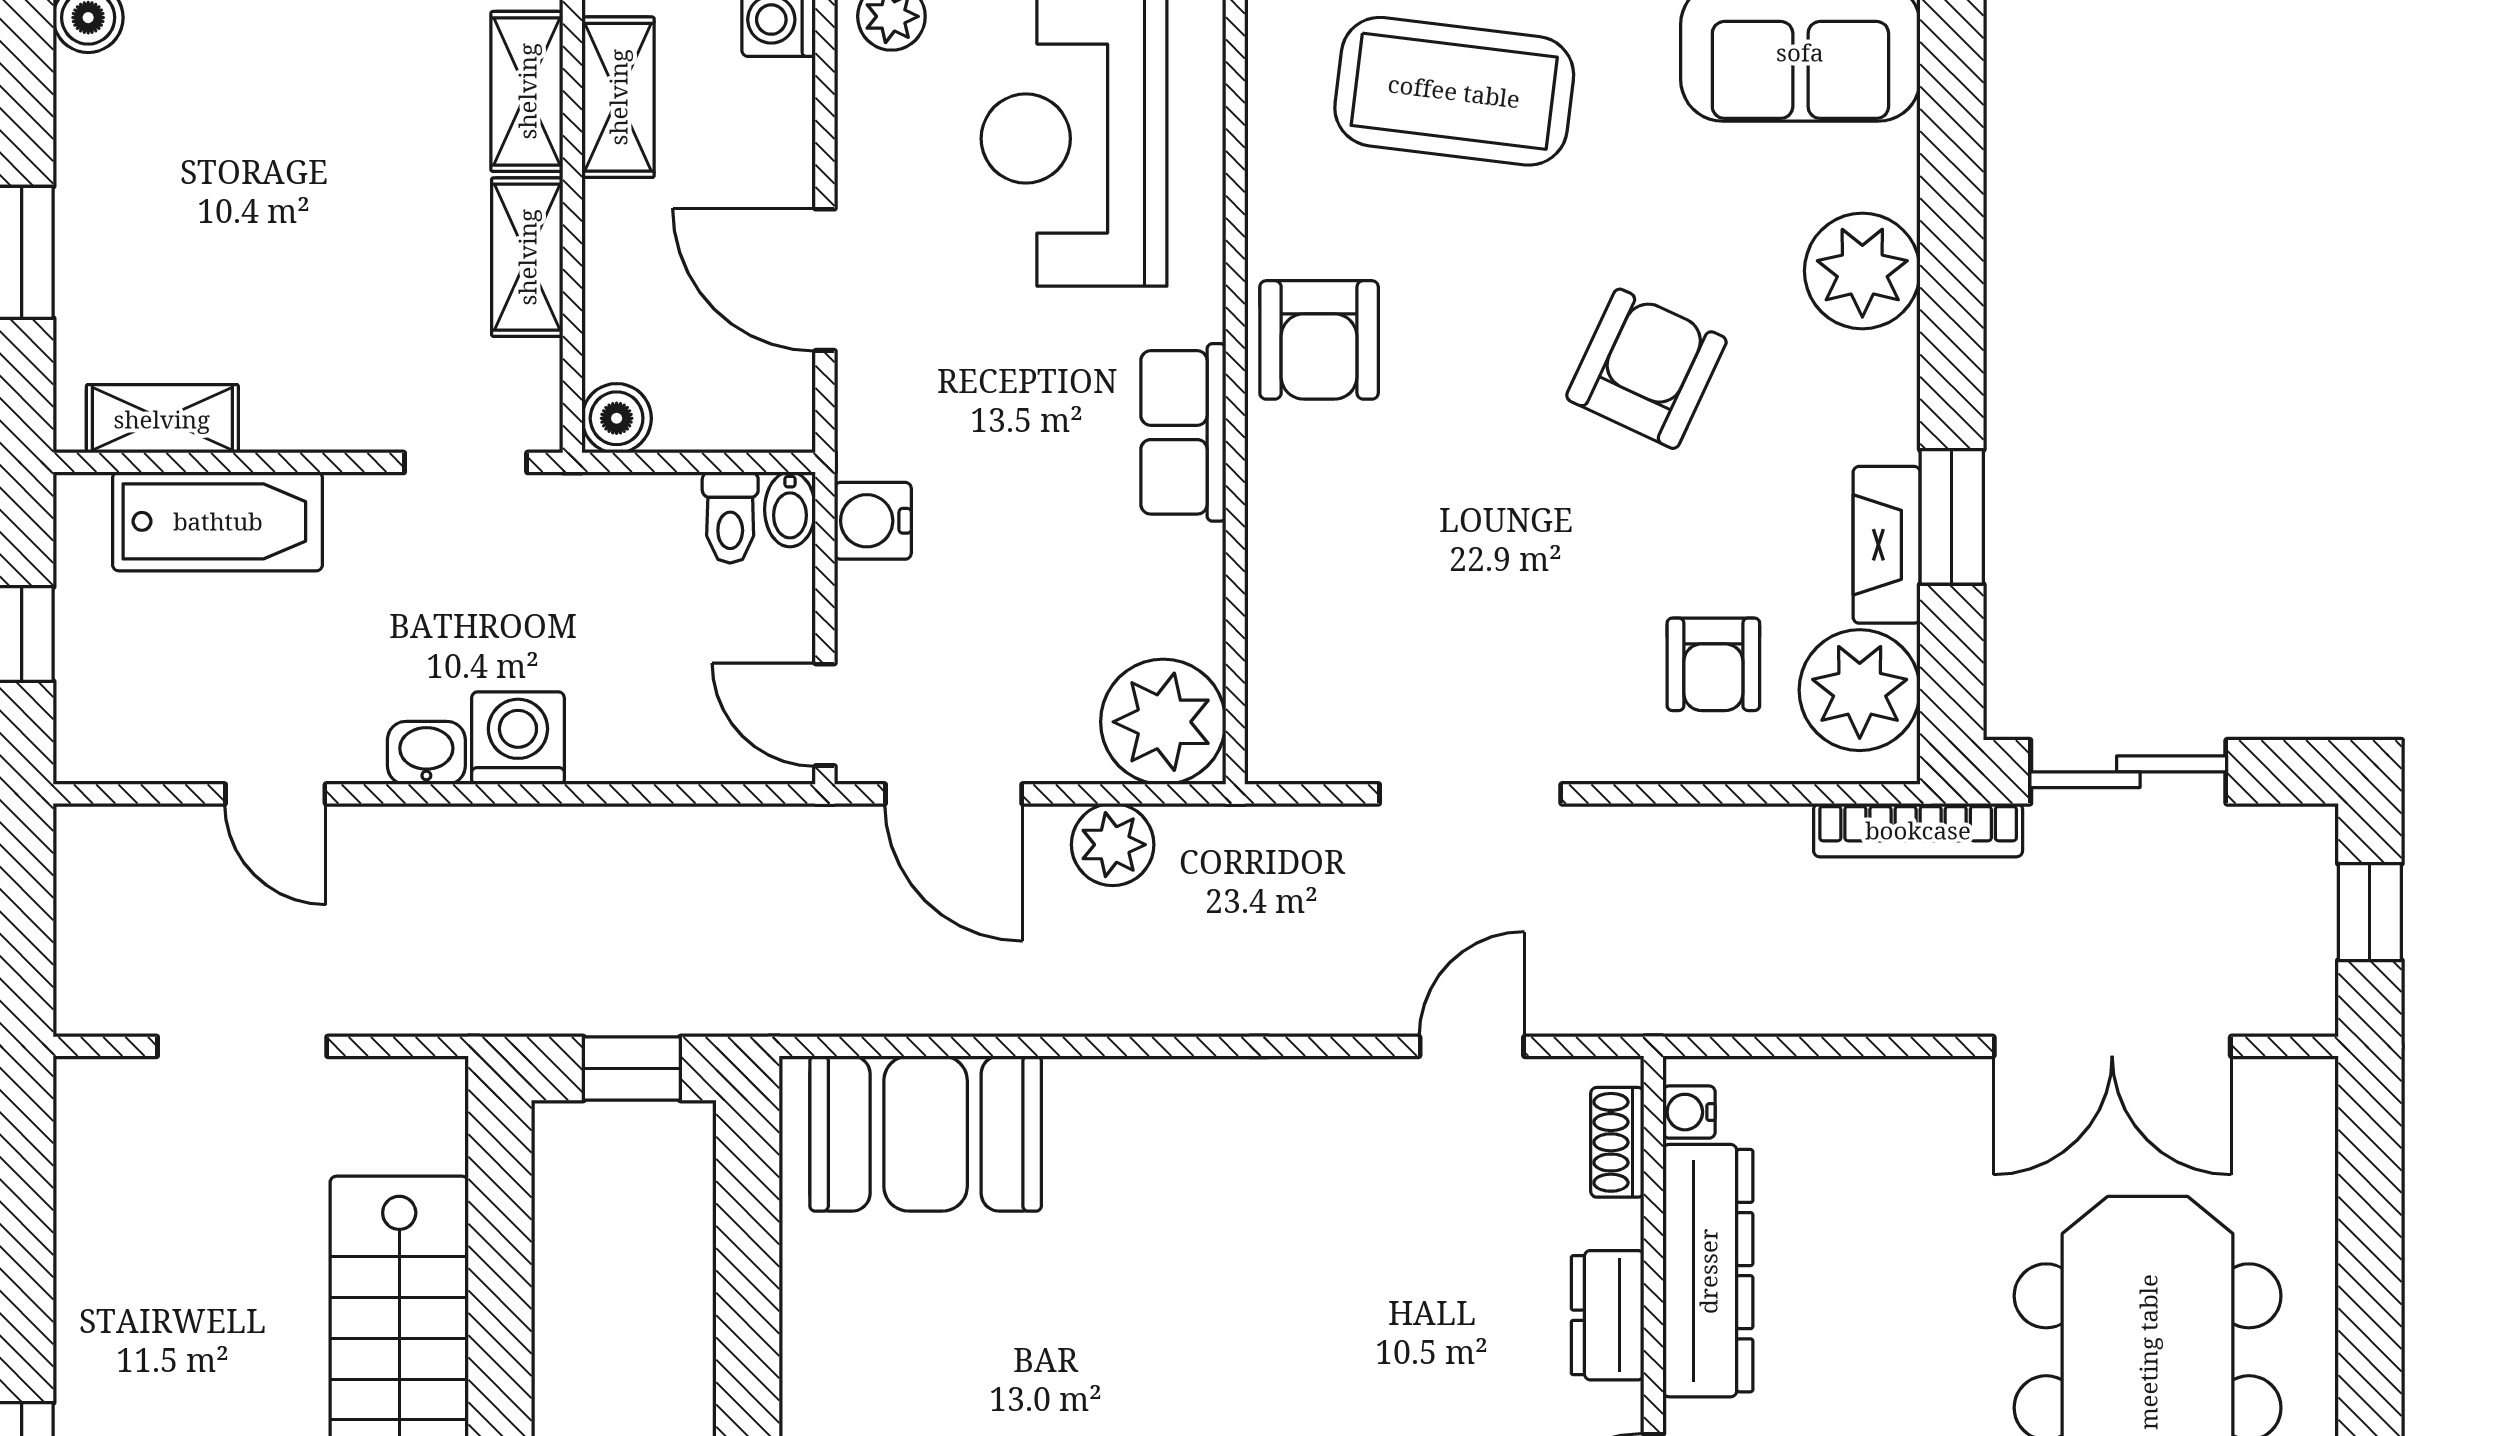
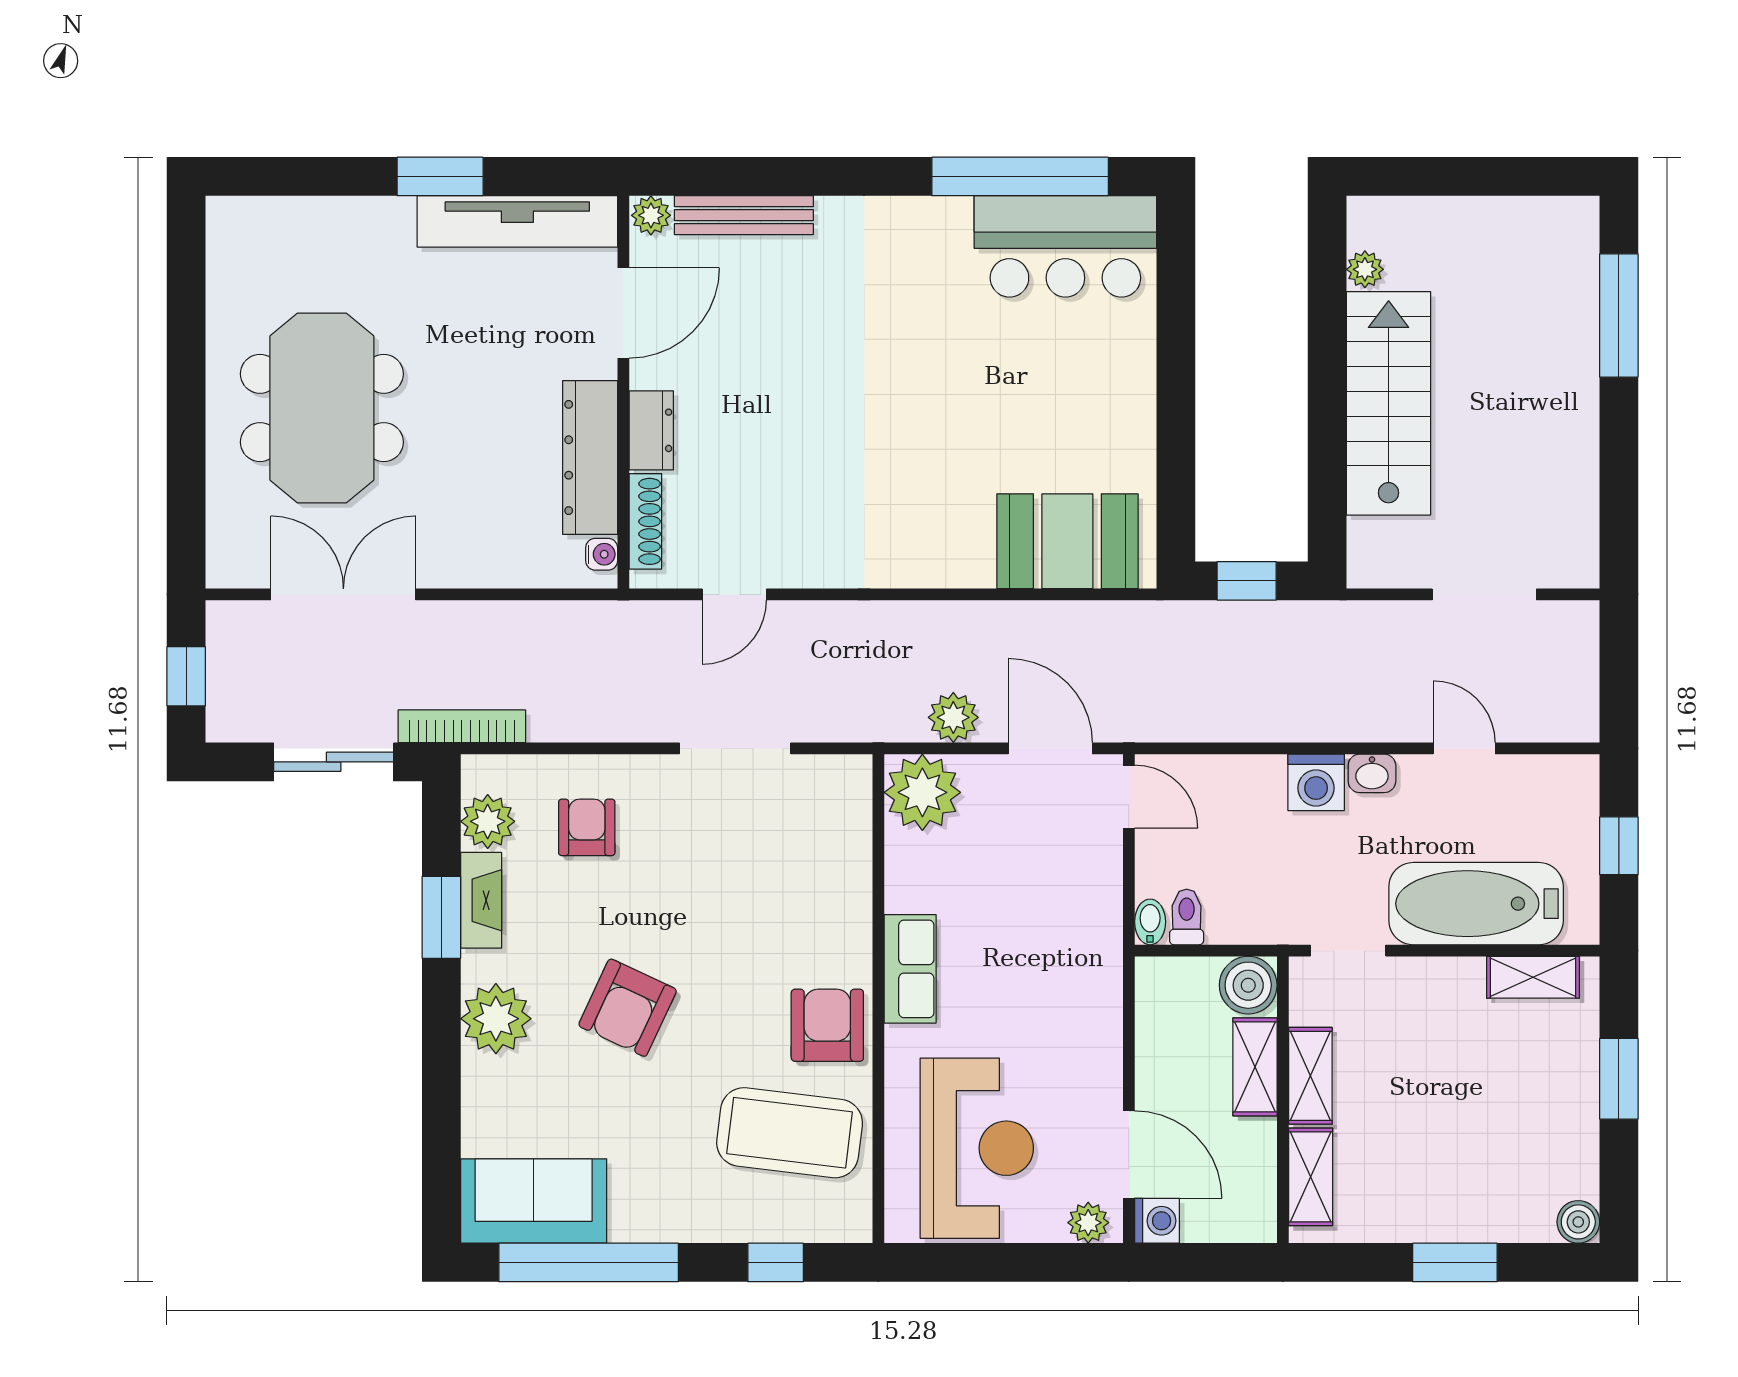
coffee table: (1454, 91) -> (790, 1133), moved
shelving: (618, 97) -> (1255, 1067), moved
plant: (1862, 271) -> (496, 1019), moved
door: (825, 280) -> (1129, 1154), moved
boiler: (617, 418) -> (1248, 985), width x1.36, depth x1.36
bathtub: (218, 521) -> (1476, 904), width x1.36, depth x1.36
water cooler: (873, 521) -> (1100, 915), removed
plant: (1860, 690) -> (488, 821), width x0.73, depth x0.73
shoe rack: (1617, 1142) -> (645, 521), width x1.43

